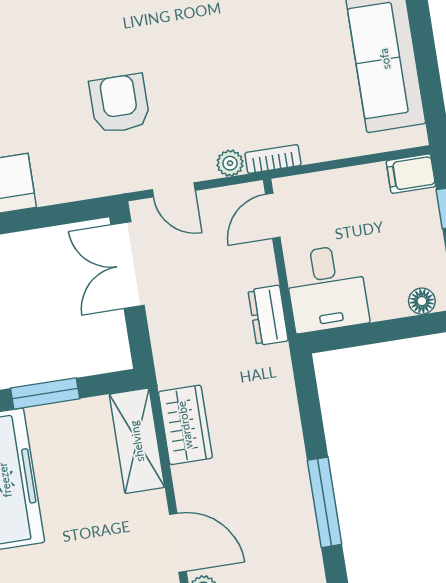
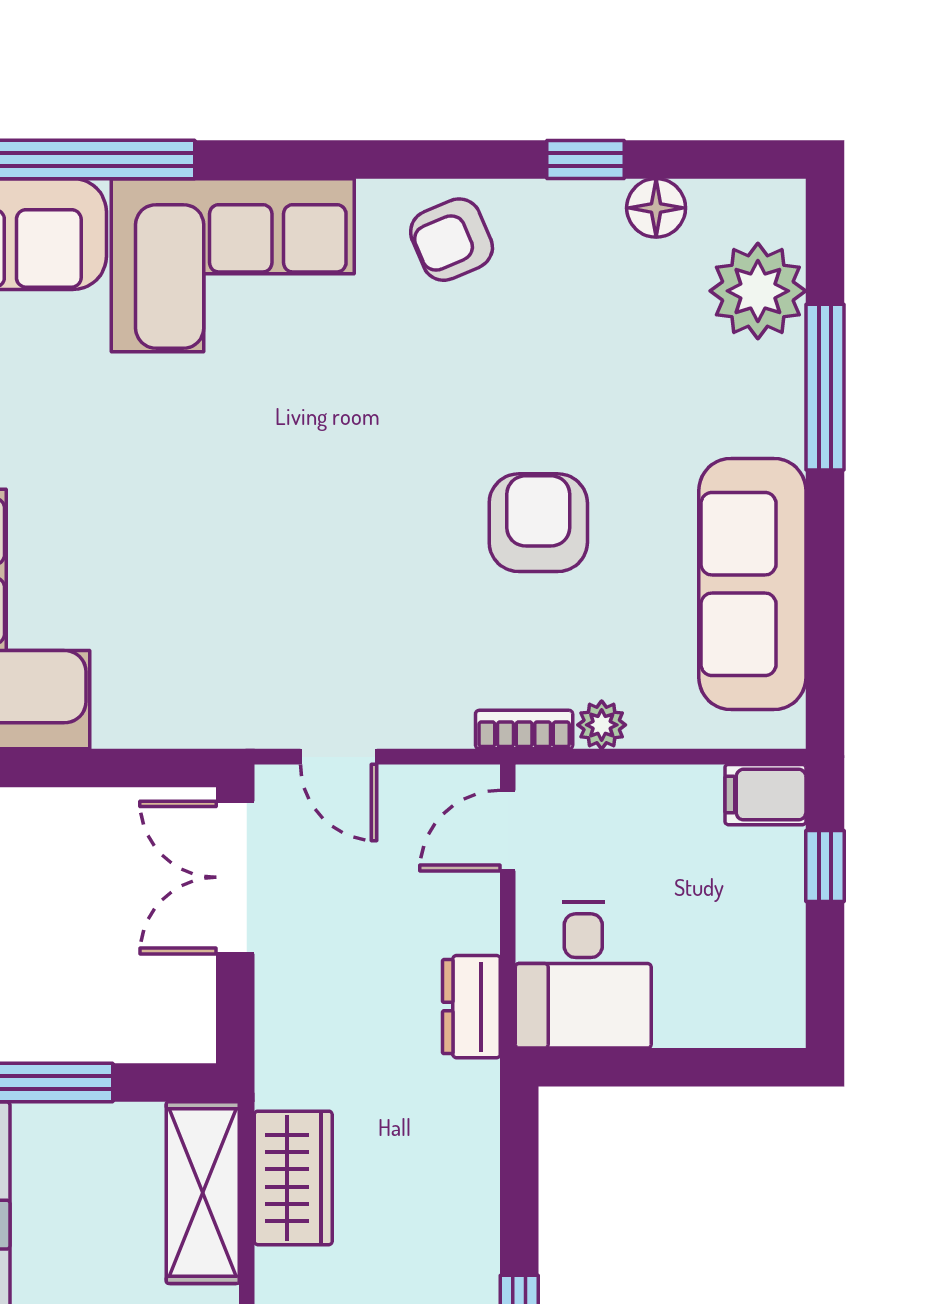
armchair: (120, 104) -> (538, 523), moved
plant: (230, 163) -> (602, 725), moved
floor lamp: (422, 301) -> (749, 1025), removed

